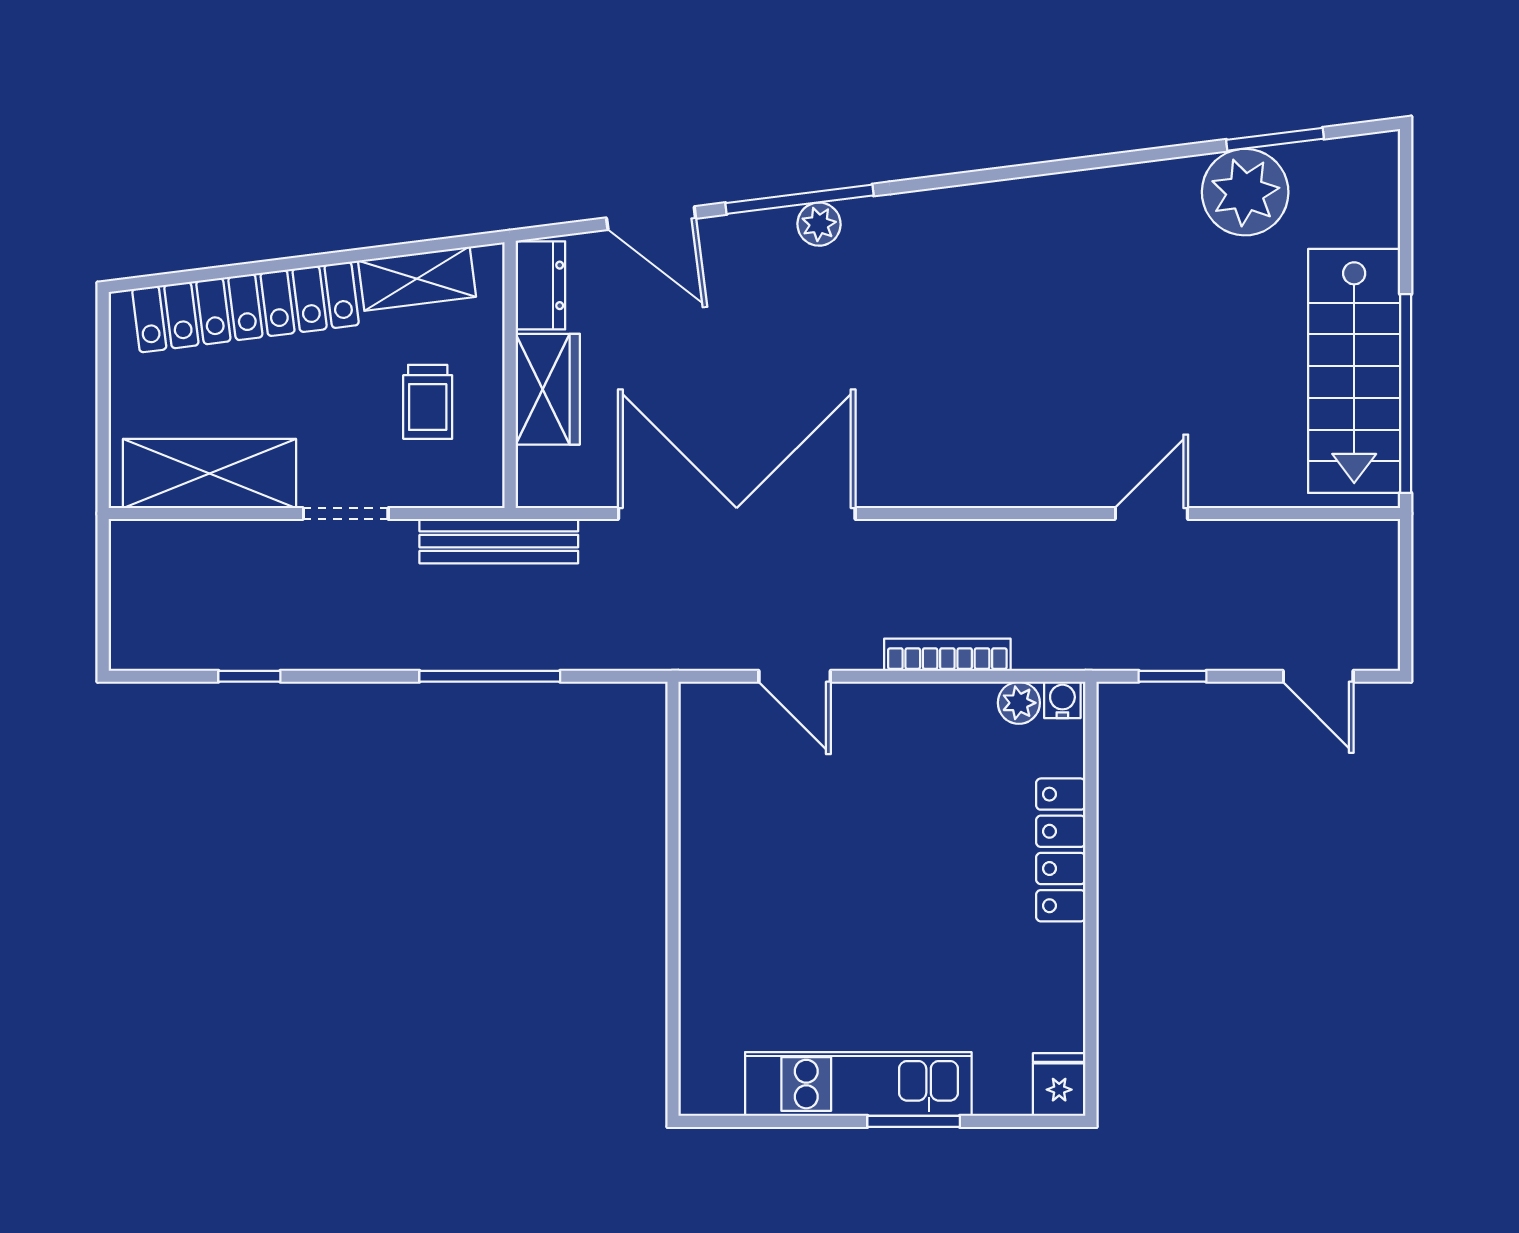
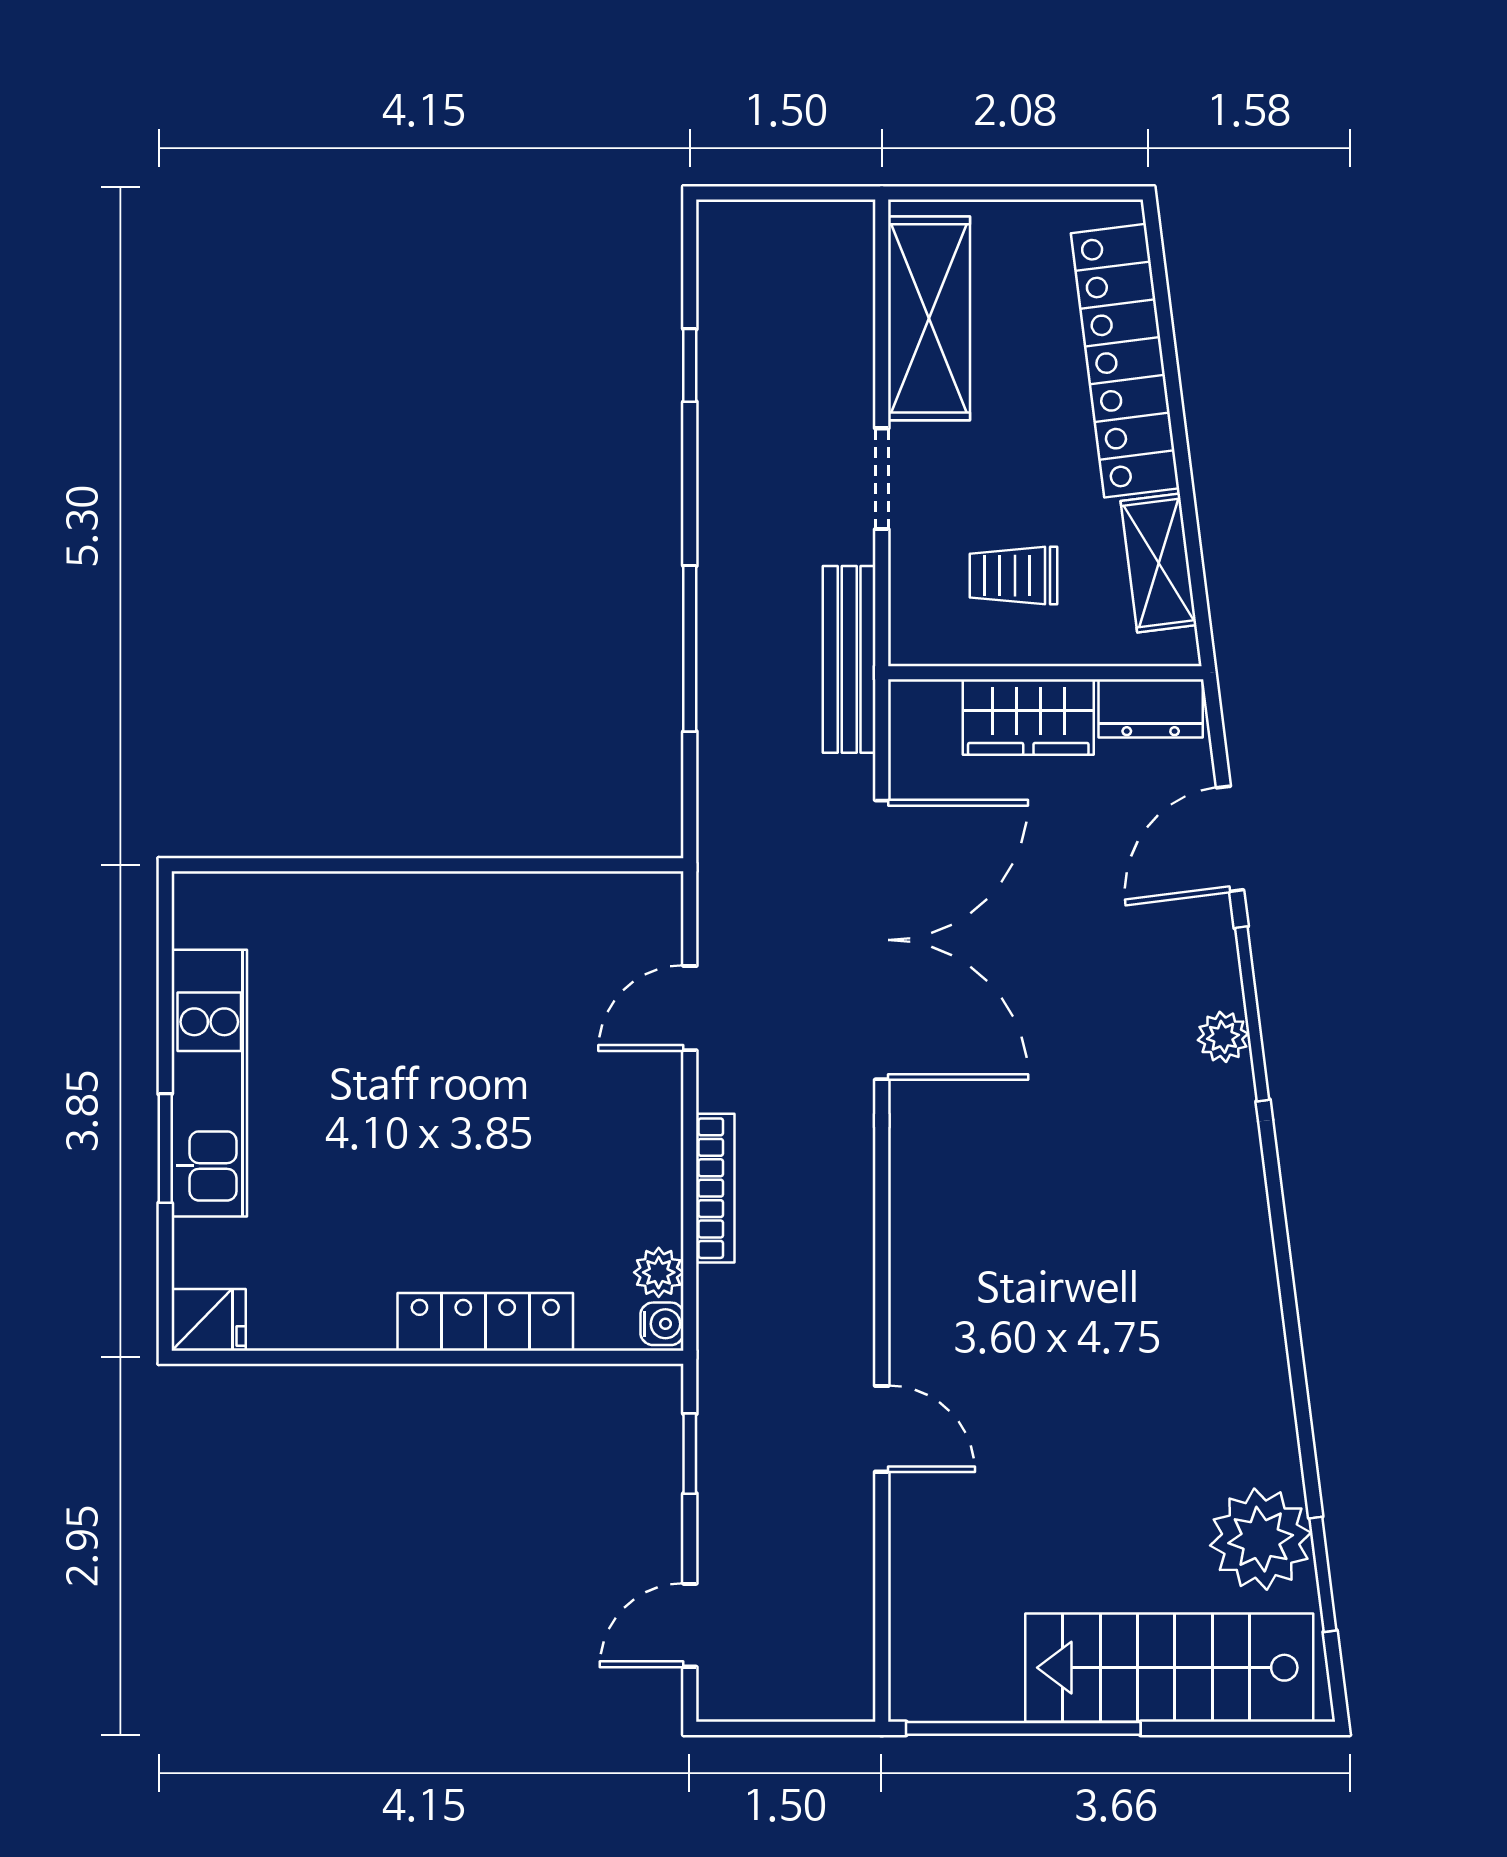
stairs: (1354, 371) -> (1169, 1668), moved

